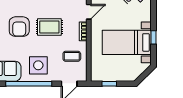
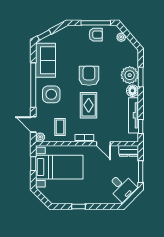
armchair: (19, 27) -> (89, 76), turned 90
bed with nightstands: (127, 42) -> (59, 167), moved, turned 90
plant: (82, 77) -> (40, 137), added

